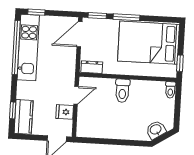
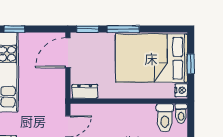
window: (180, 63) -> (191, 64), moved
nightstand: (172, 71) -> (181, 90), added
toilet: (122, 91) -> (165, 118), moved

